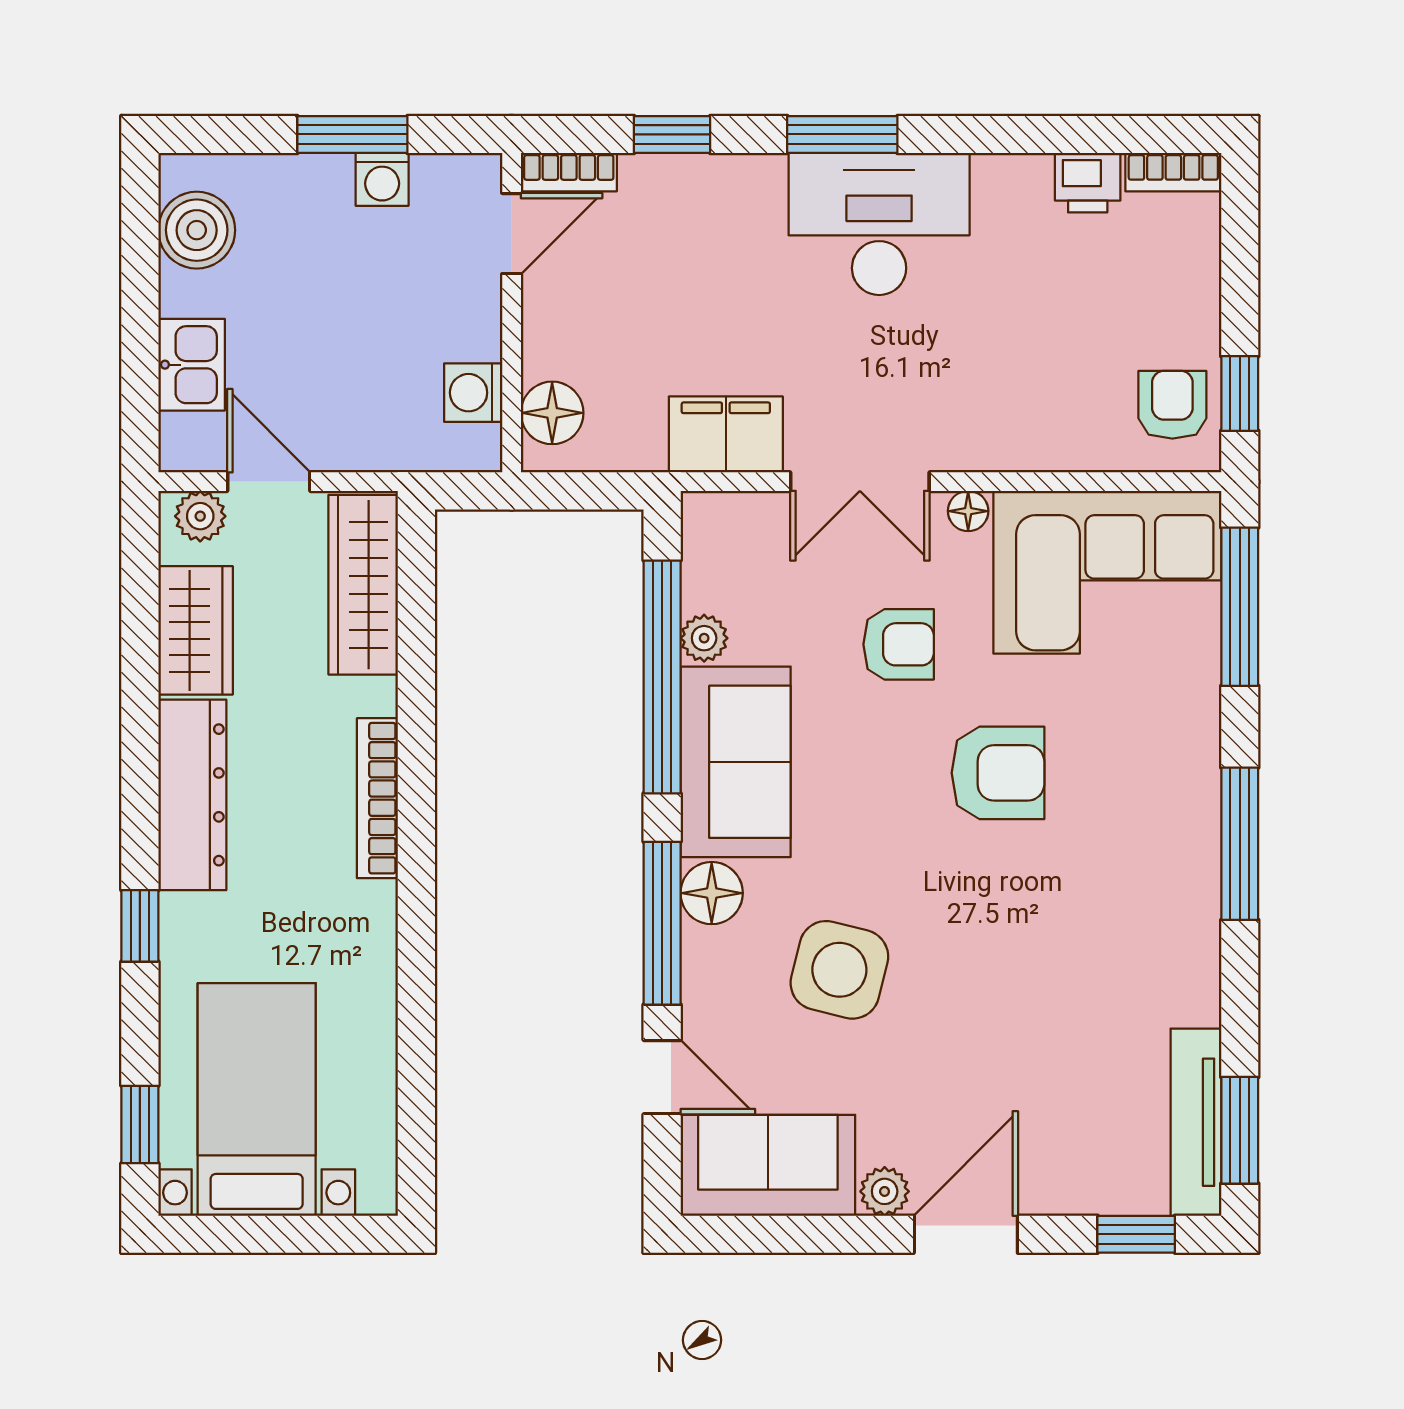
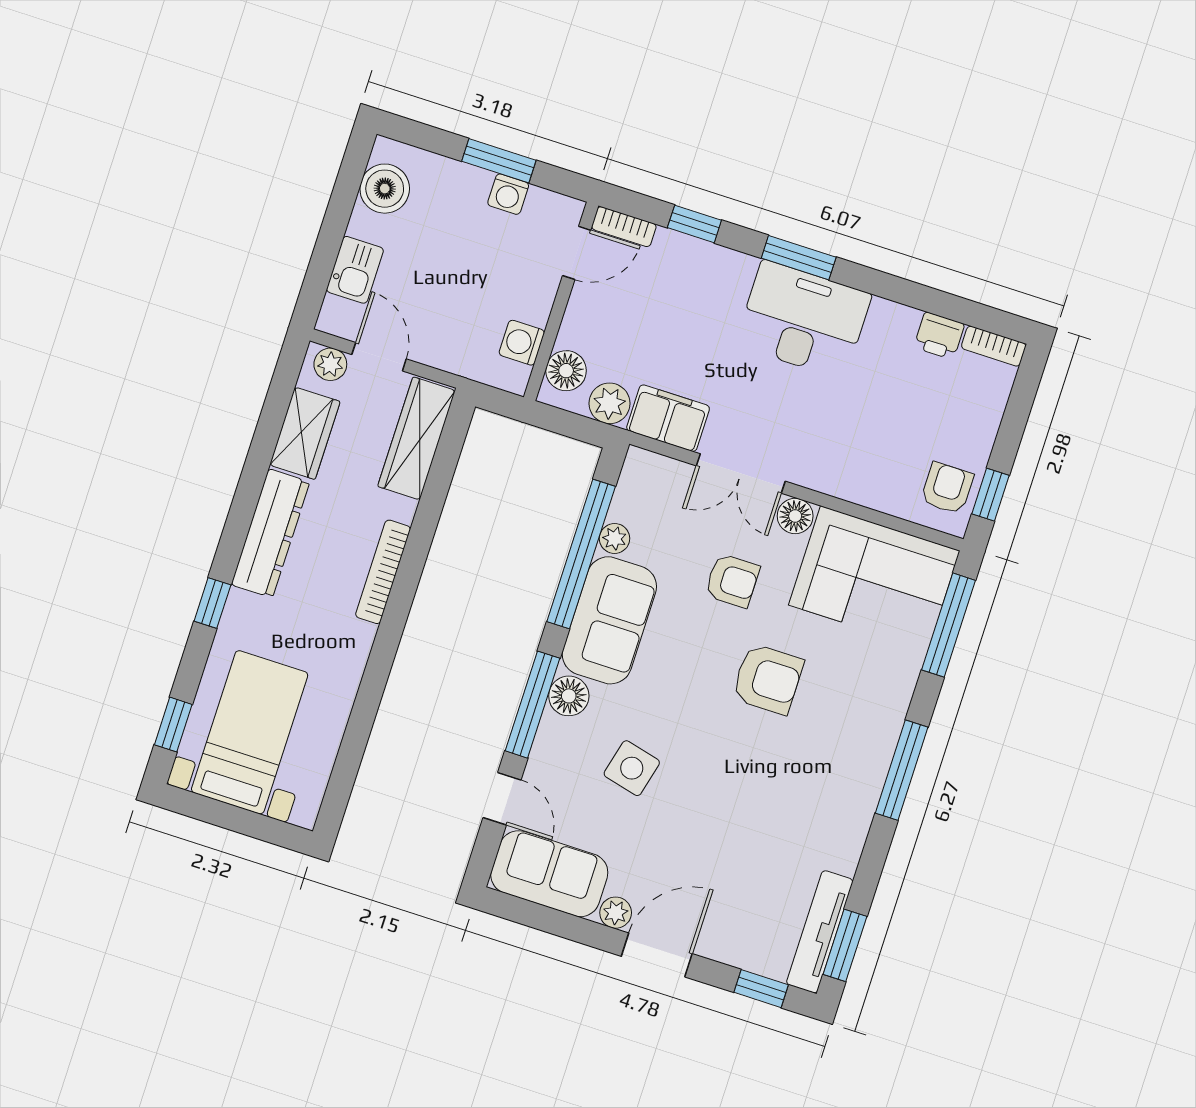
plant: (632, 441) -> (609, 403), added
floor lamp: (968, 511) -> (795, 516), width x1.37, depth x1.37
side table: (839, 970) -> (632, 768), width x0.73, depth x0.73

